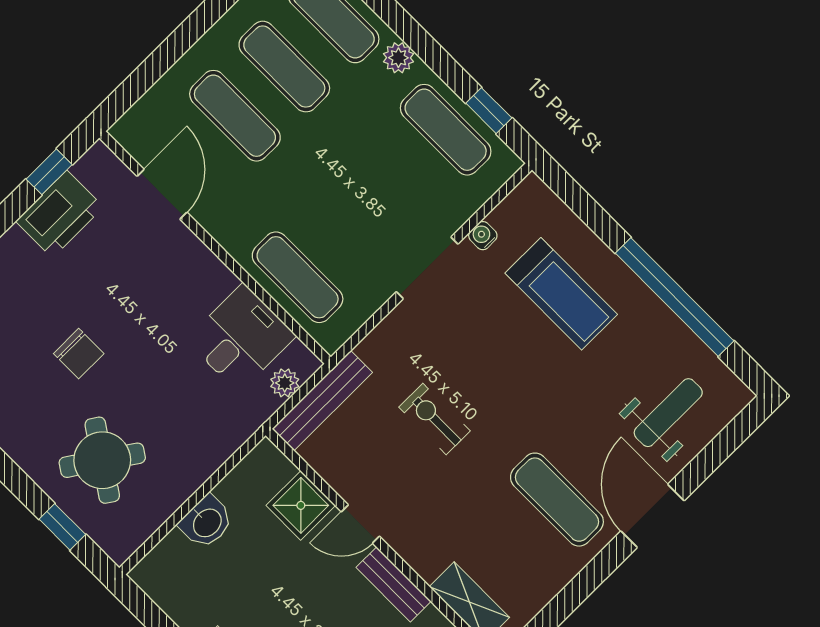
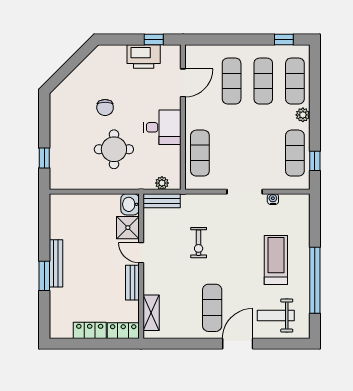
treadmill: (561, 294) -> (276, 260), moved, turned 180
desk: (241, 338) -> (162, 127), moved
bench: (322, 401) -> (162, 201), width x0.73
weight bench: (668, 413) -> (276, 316), turned 180
exercise bike: (435, 419) -> (199, 243), turned 180
round table: (102, 460) -> (114, 149), moved, turned -34
washbasin: (206, 522) -> (130, 204), moved, turned 90

